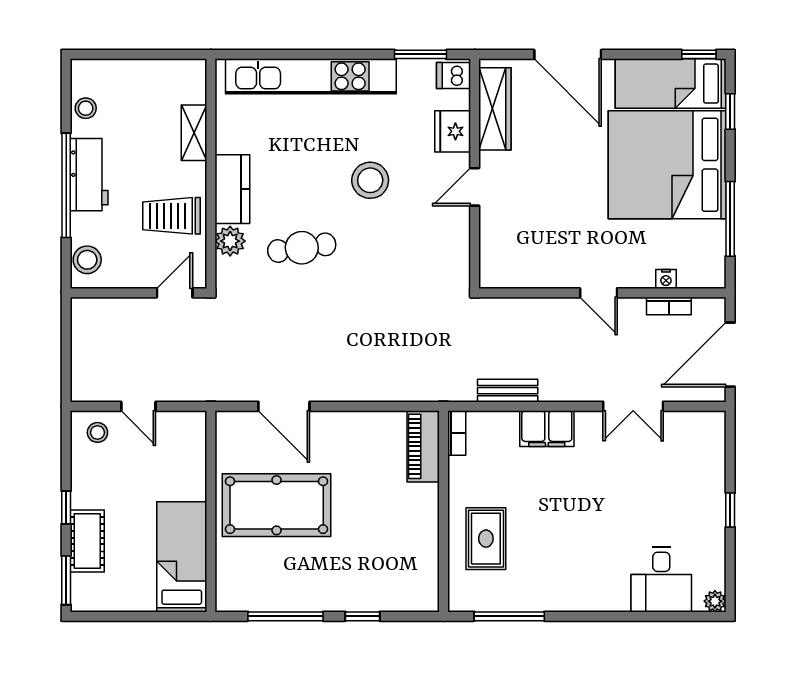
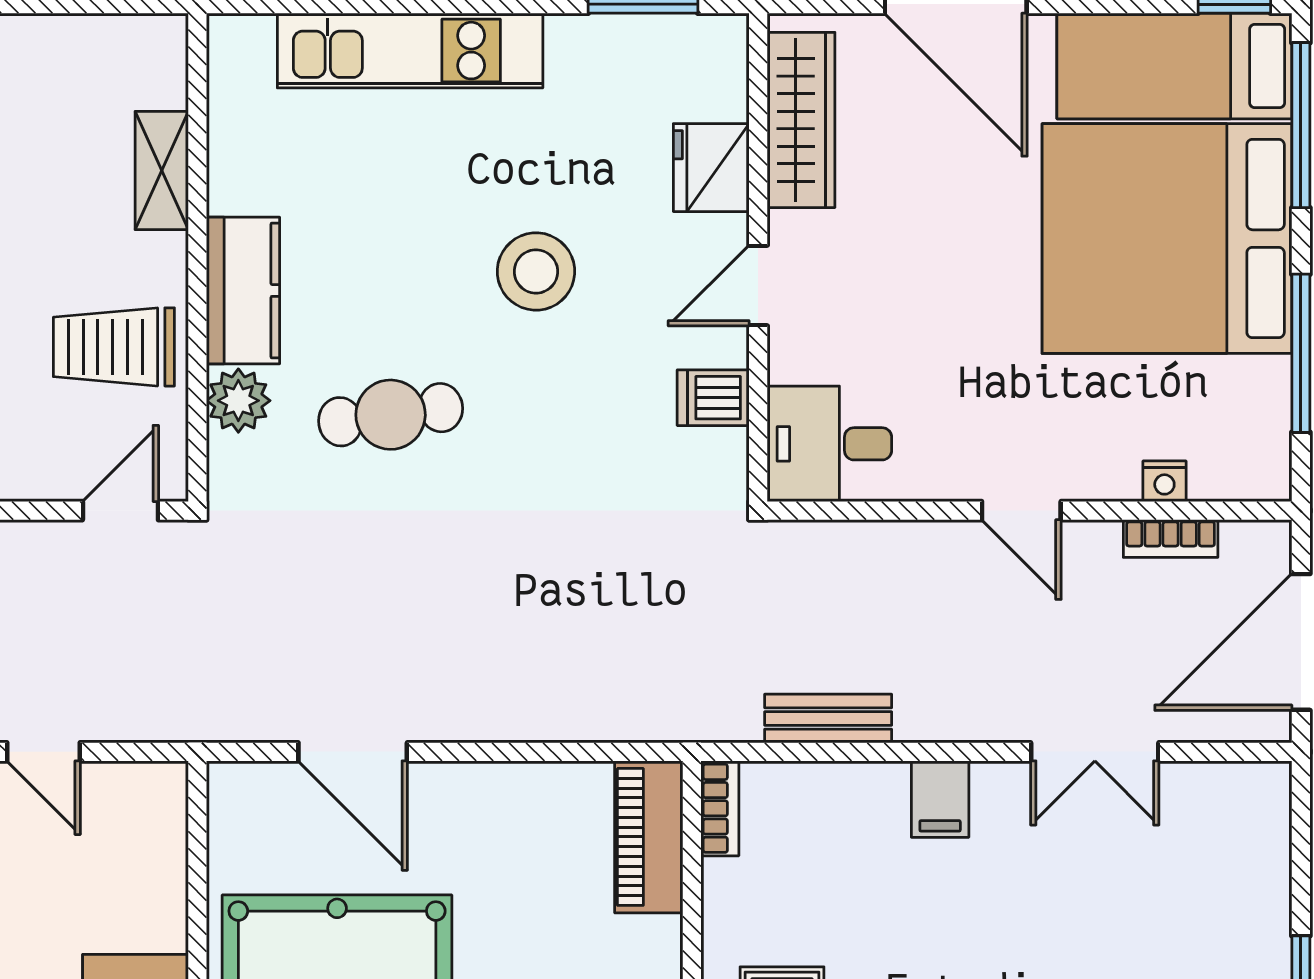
kitchen unit: (311, 76) -> (410, 51), width x0.73
dishwasher: (454, 76) -> (713, 398), moved
window: (730, 111) -> (1301, 125), width x2.17
desk: (508, 261) -> (829, 444), added
filing cabinet: (547, 429) -> (940, 799), width x0.50

